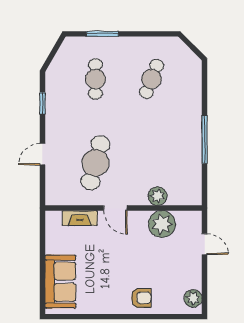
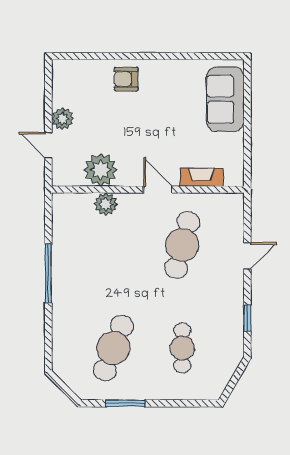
window: (102, 34) -> (125, 403), moved
cafe table: (152, 79) -> (113, 348), width x1.37, depth x1.35
plant: (193, 298) -> (62, 119), moved

